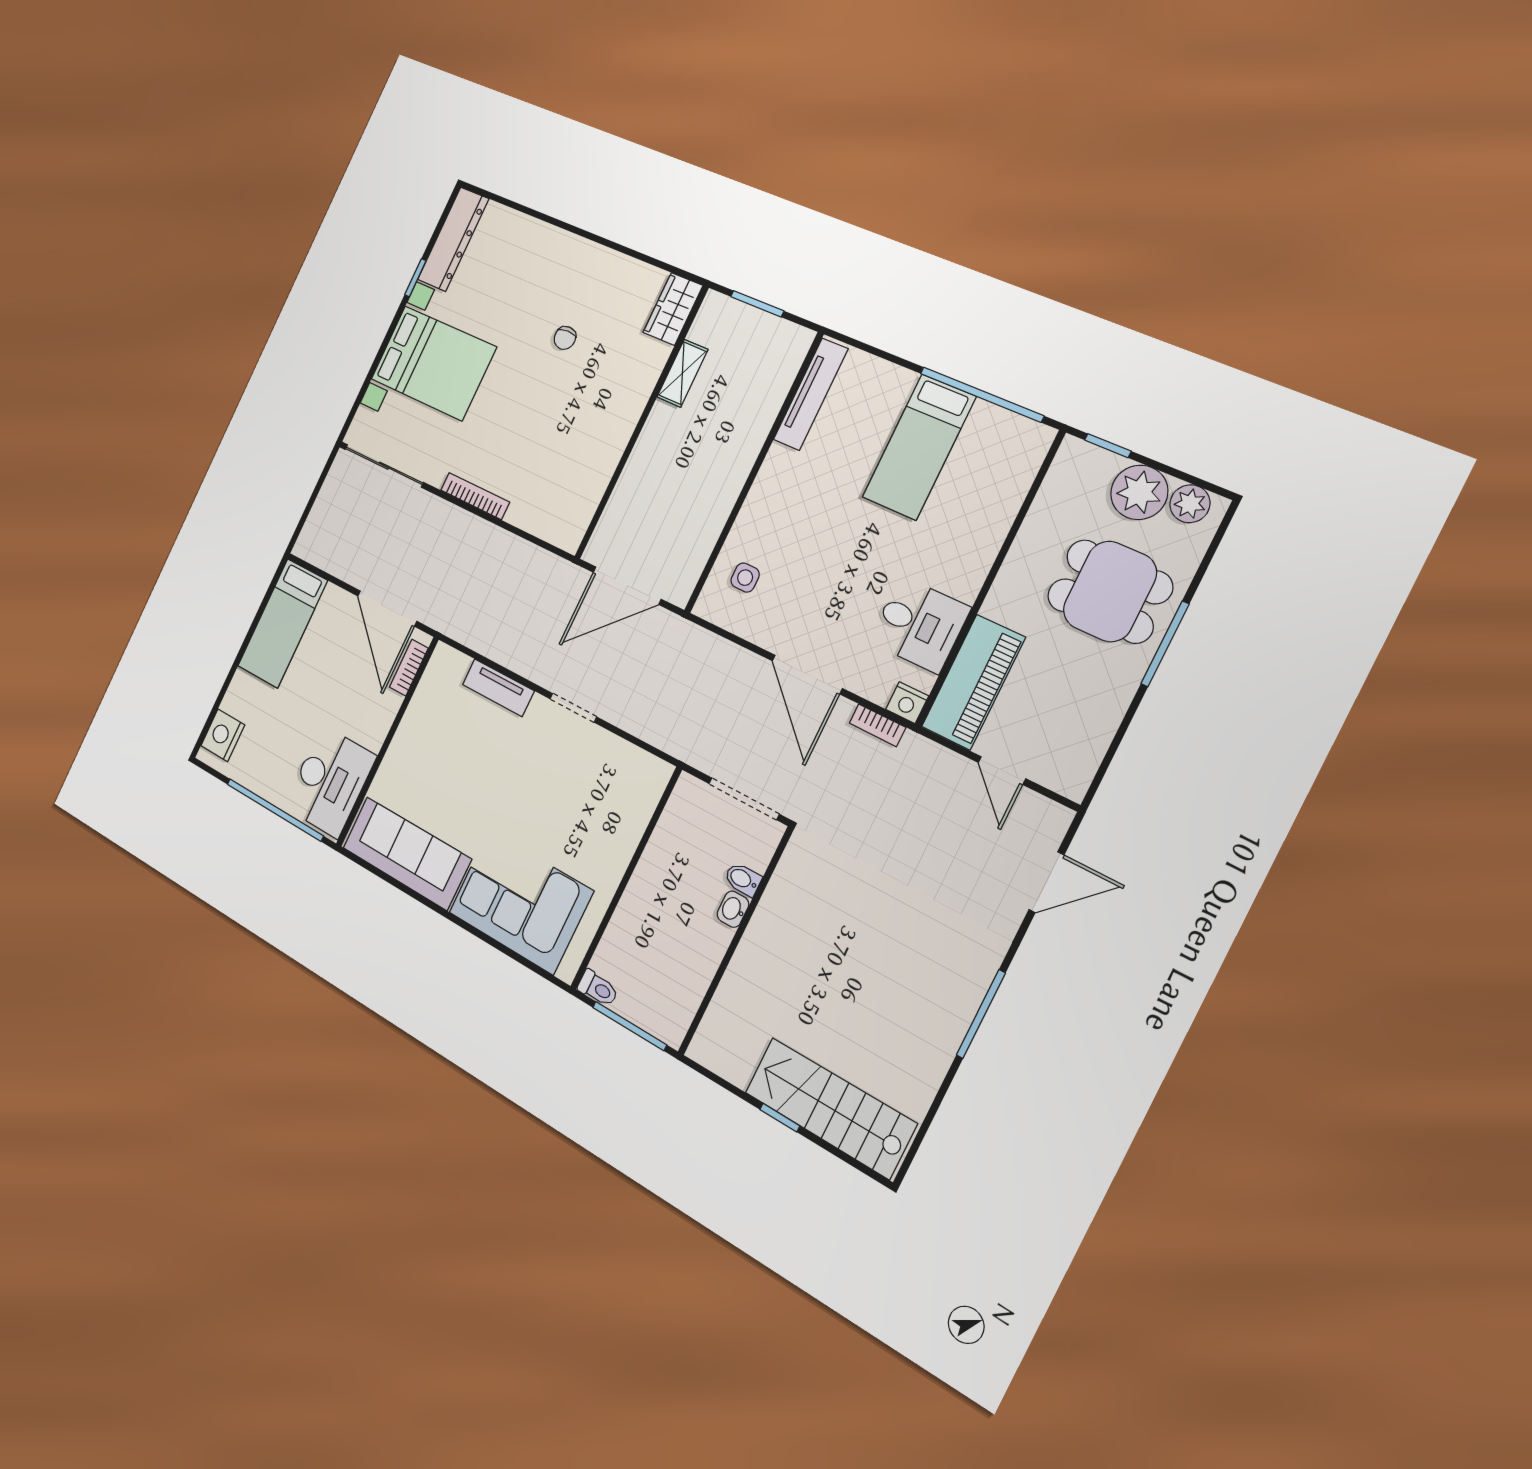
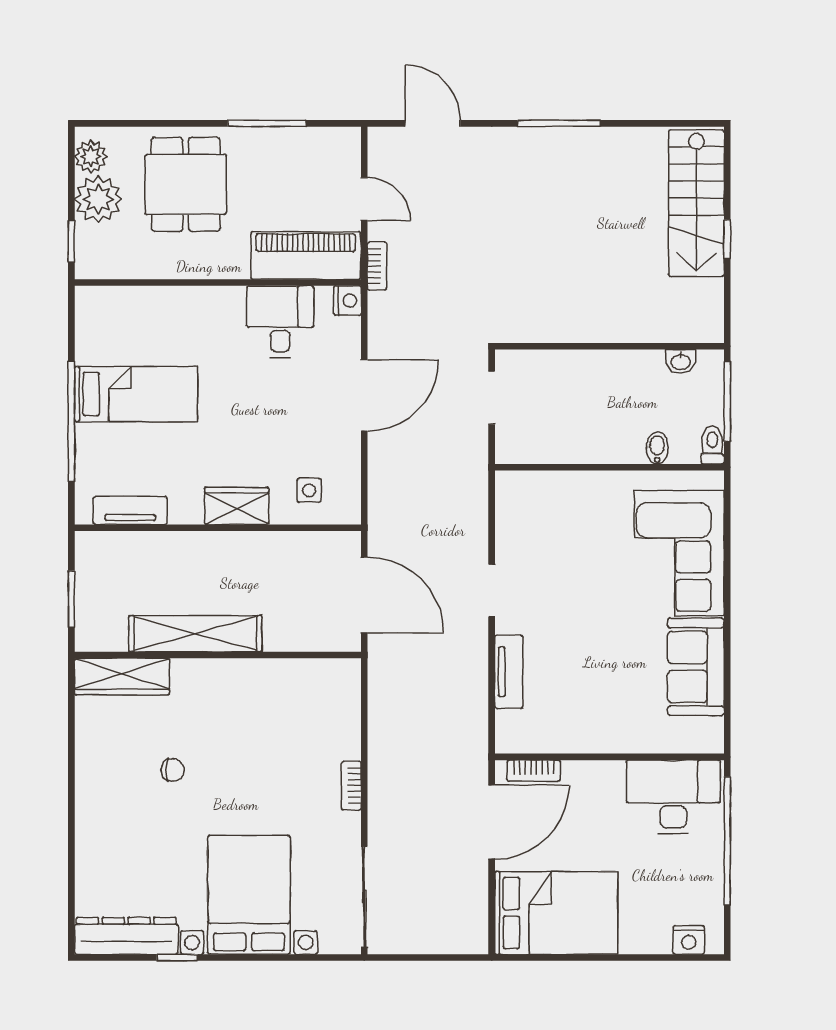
wardrobe: (673, 309) -> (122, 677), width x1.50
shelving: (682, 373) -> (195, 634), width x2.20, depth x1.33
tv unit: (811, 394) -> (130, 510), width x0.71
window: (982, 394) -> (71, 421), moved
bookcase: (475, 496) -> (351, 786), width x0.64
wardrobe: (765, 500) -> (237, 506), added
bed: (283, 623) -> (556, 913), width x1.50
window: (1165, 644) -> (267, 123), moved
bookcase: (878, 725) -> (377, 266), moved
nightstand: (223, 735) -> (689, 940), width x0.74, depth x0.75
door: (1002, 771) -> (364, 199), hinge flipped
doorway: (744, 799) -> (492, 398), width x0.73
sofa: (407, 853) -> (696, 667), width x0.73
bidet: (743, 879) -> (657, 448), moved, turned 180
washbasin: (733, 909) -> (681, 361), moved

